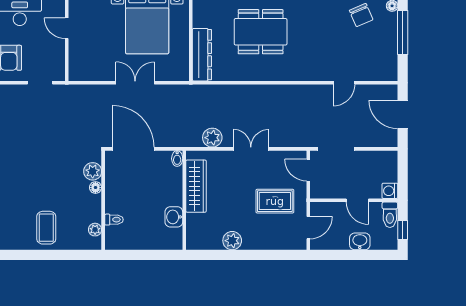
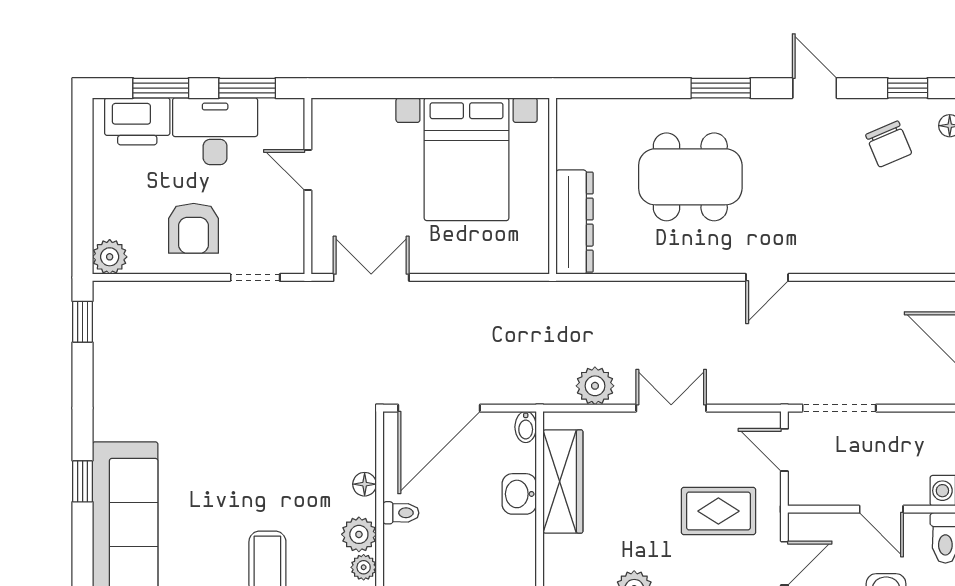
double door: (135, 83) -> (371, 277), moved
door: (344, 83) -> (767, 277), moved
door: (133, 149) -> (439, 408), swing flipped
plant: (93, 171) -> (359, 534), moved
washbasin: (174, 217) -> (519, 494), moved
toilet: (114, 220) -> (401, 513), moved

